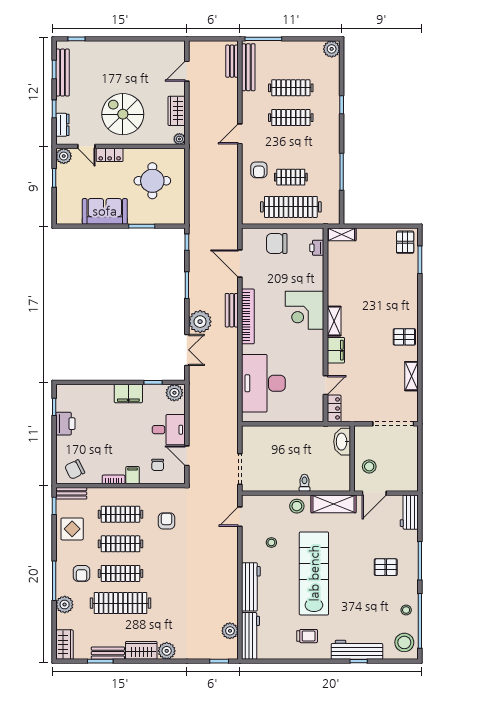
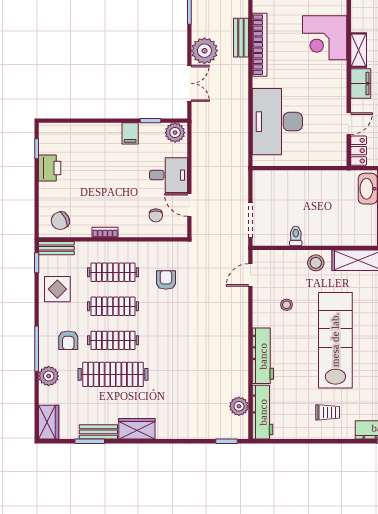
filing cabinet: (128, 394) -> (130, 133), width x0.50
filing cabinet: (133, 475) -> (127, 227), removed
toilet: (305, 483) -> (296, 236), moved
plant: (167, 651) -> (166, 429), removed

